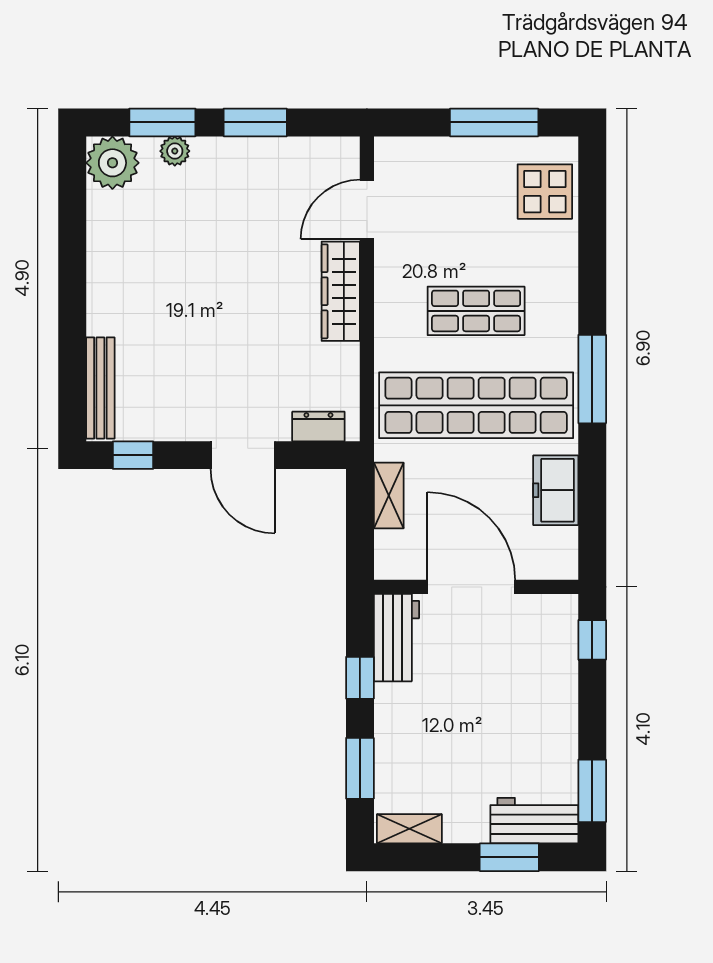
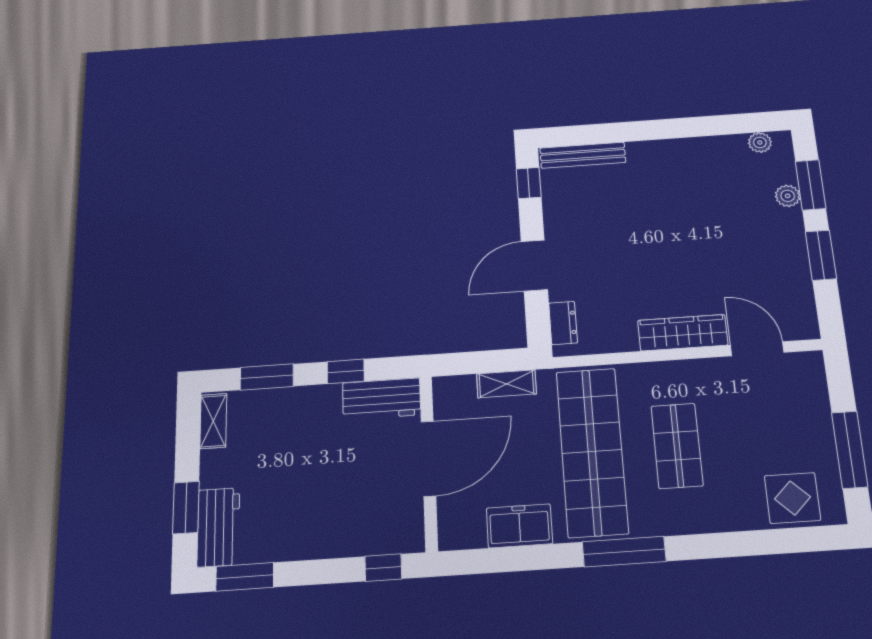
plant: (112, 163) -> (760, 142), width x0.53, depth x0.53

